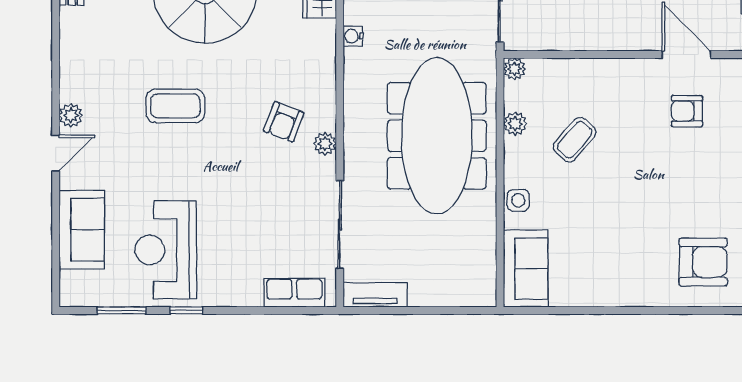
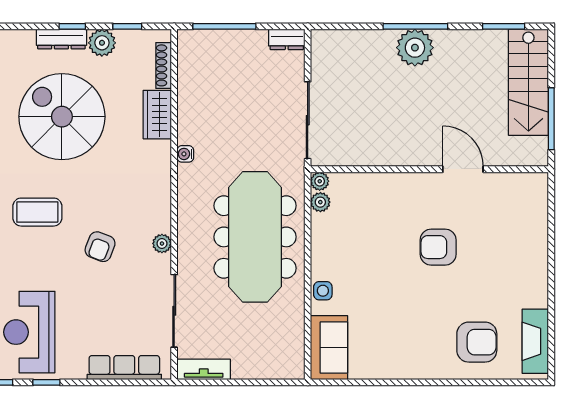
armchair: (687, 111) -> (438, 247), moved, width x1.38, depth x1.38
armchair: (284, 122) -> (100, 247), moved
plant: (515, 124) -> (320, 202), moved
coffee table: (575, 140) -> (370, 240), removed
row of seats: (294, 293) -> (124, 368), width x1.48

